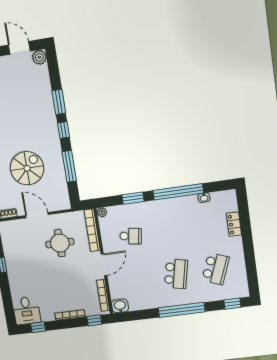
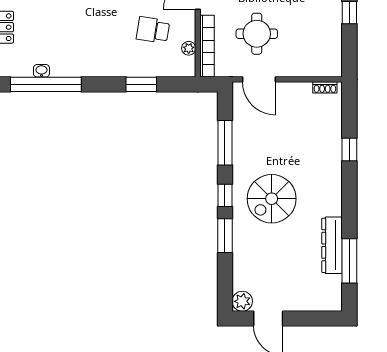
spiral stairs: (27, 168) -> (272, 199), moved
window: (178, 192) -> (46, 84), moved
plant: (102, 212) -> (189, 48), moved
door: (37, 215) -> (259, 79), moved

